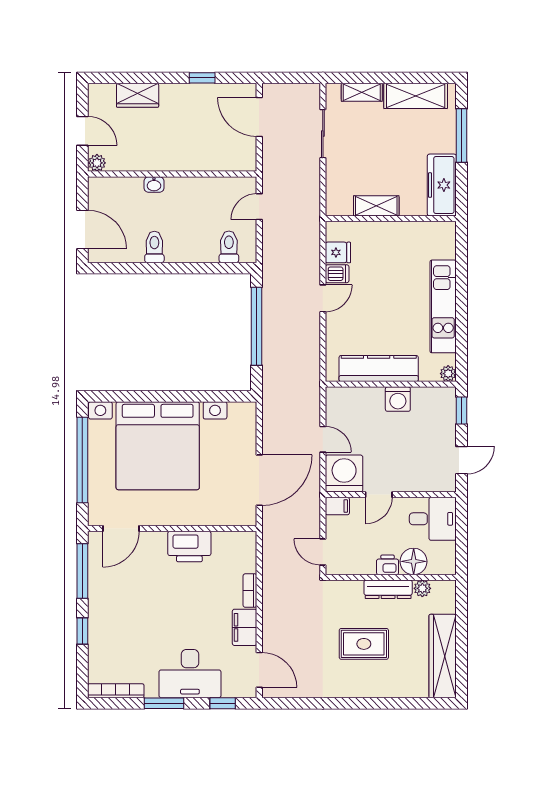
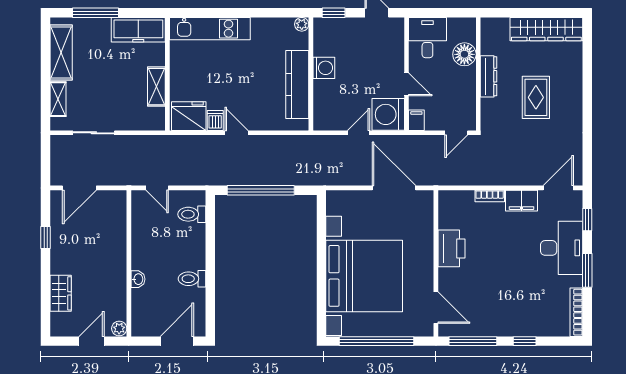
fridge: (338, 252) -> (189, 116), width x1.88, depth x1.34
kitchen unit: (443, 306) -> (210, 29), moved
printer: (388, 565) -> (467, 77), removed
plant: (422, 588) -> (488, 47), removed

